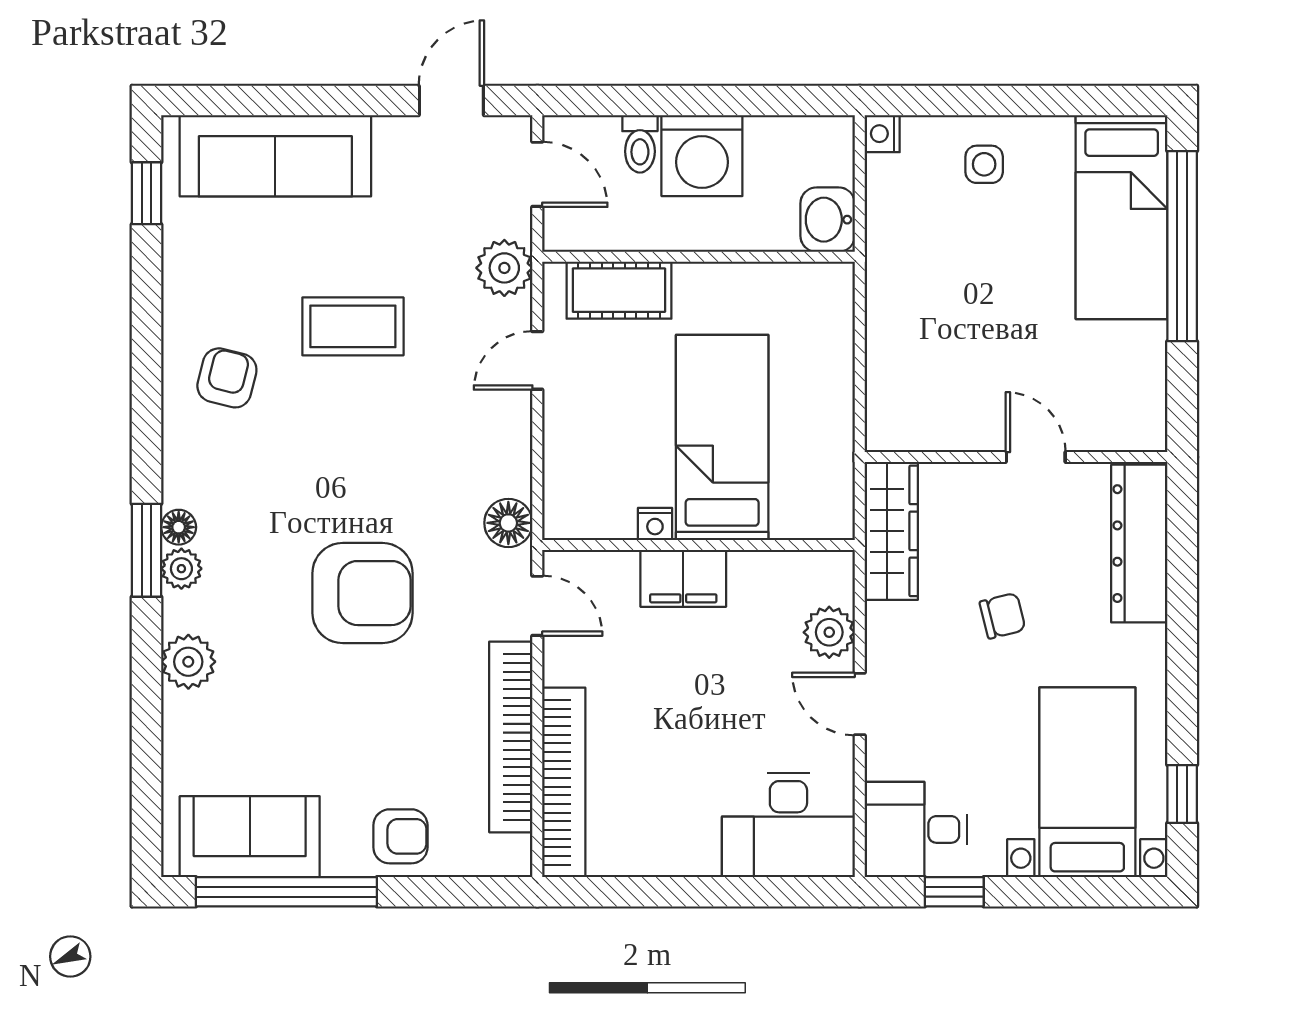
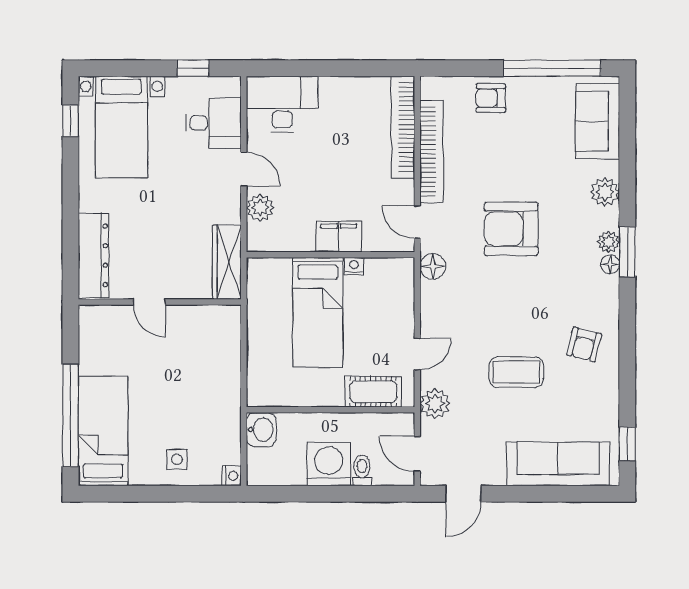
chair: (1003, 616) -> (167, 217), removed
desk: (916, 829) -> (214, 123), moved
sofa: (250, 837) -> (598, 121), moved, turned 90

